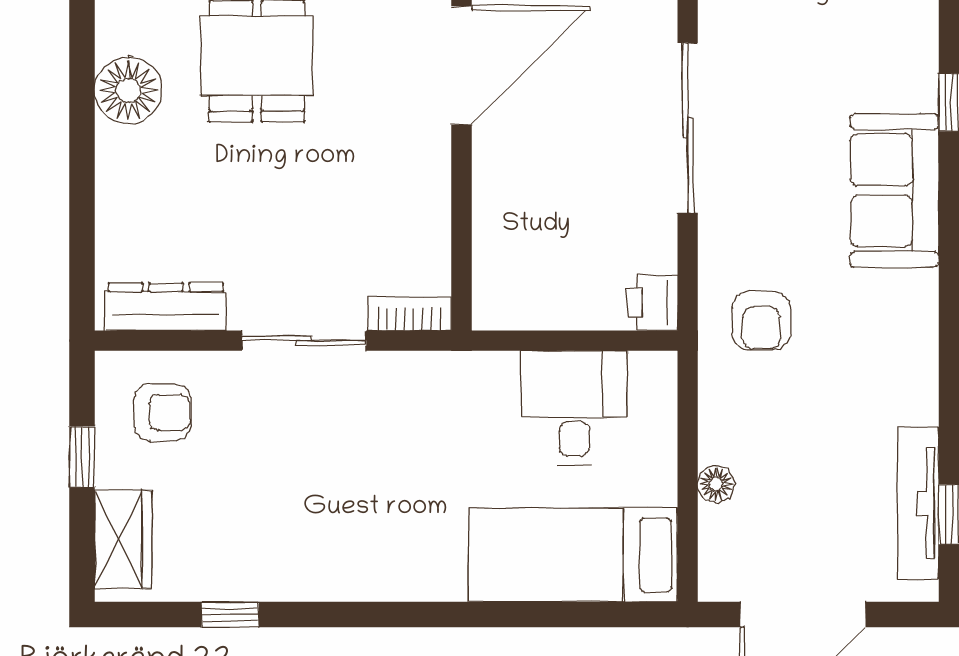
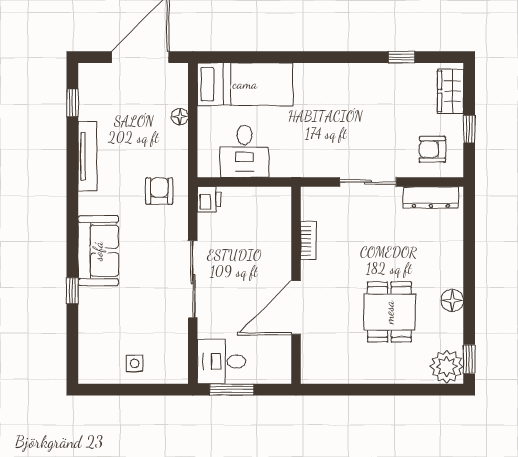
floor lamp: (128, 90) -> (452, 300), width x0.73, depth x0.73
bookcase: (410, 314) -> (308, 241), moved, turned -90
tv unit: (918, 503) -> (88, 156), moved

